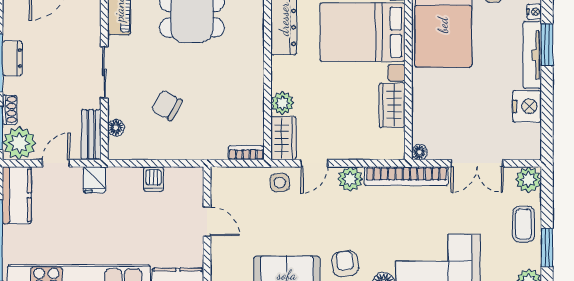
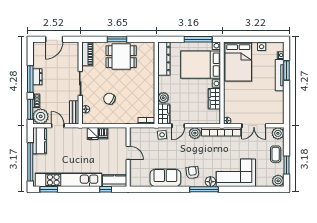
nightstand: (527, 106) -> (277, 99), removed
door: (56, 163) -> (58, 126), hinge flipped
fridge: (94, 180) -> (93, 133), moved

